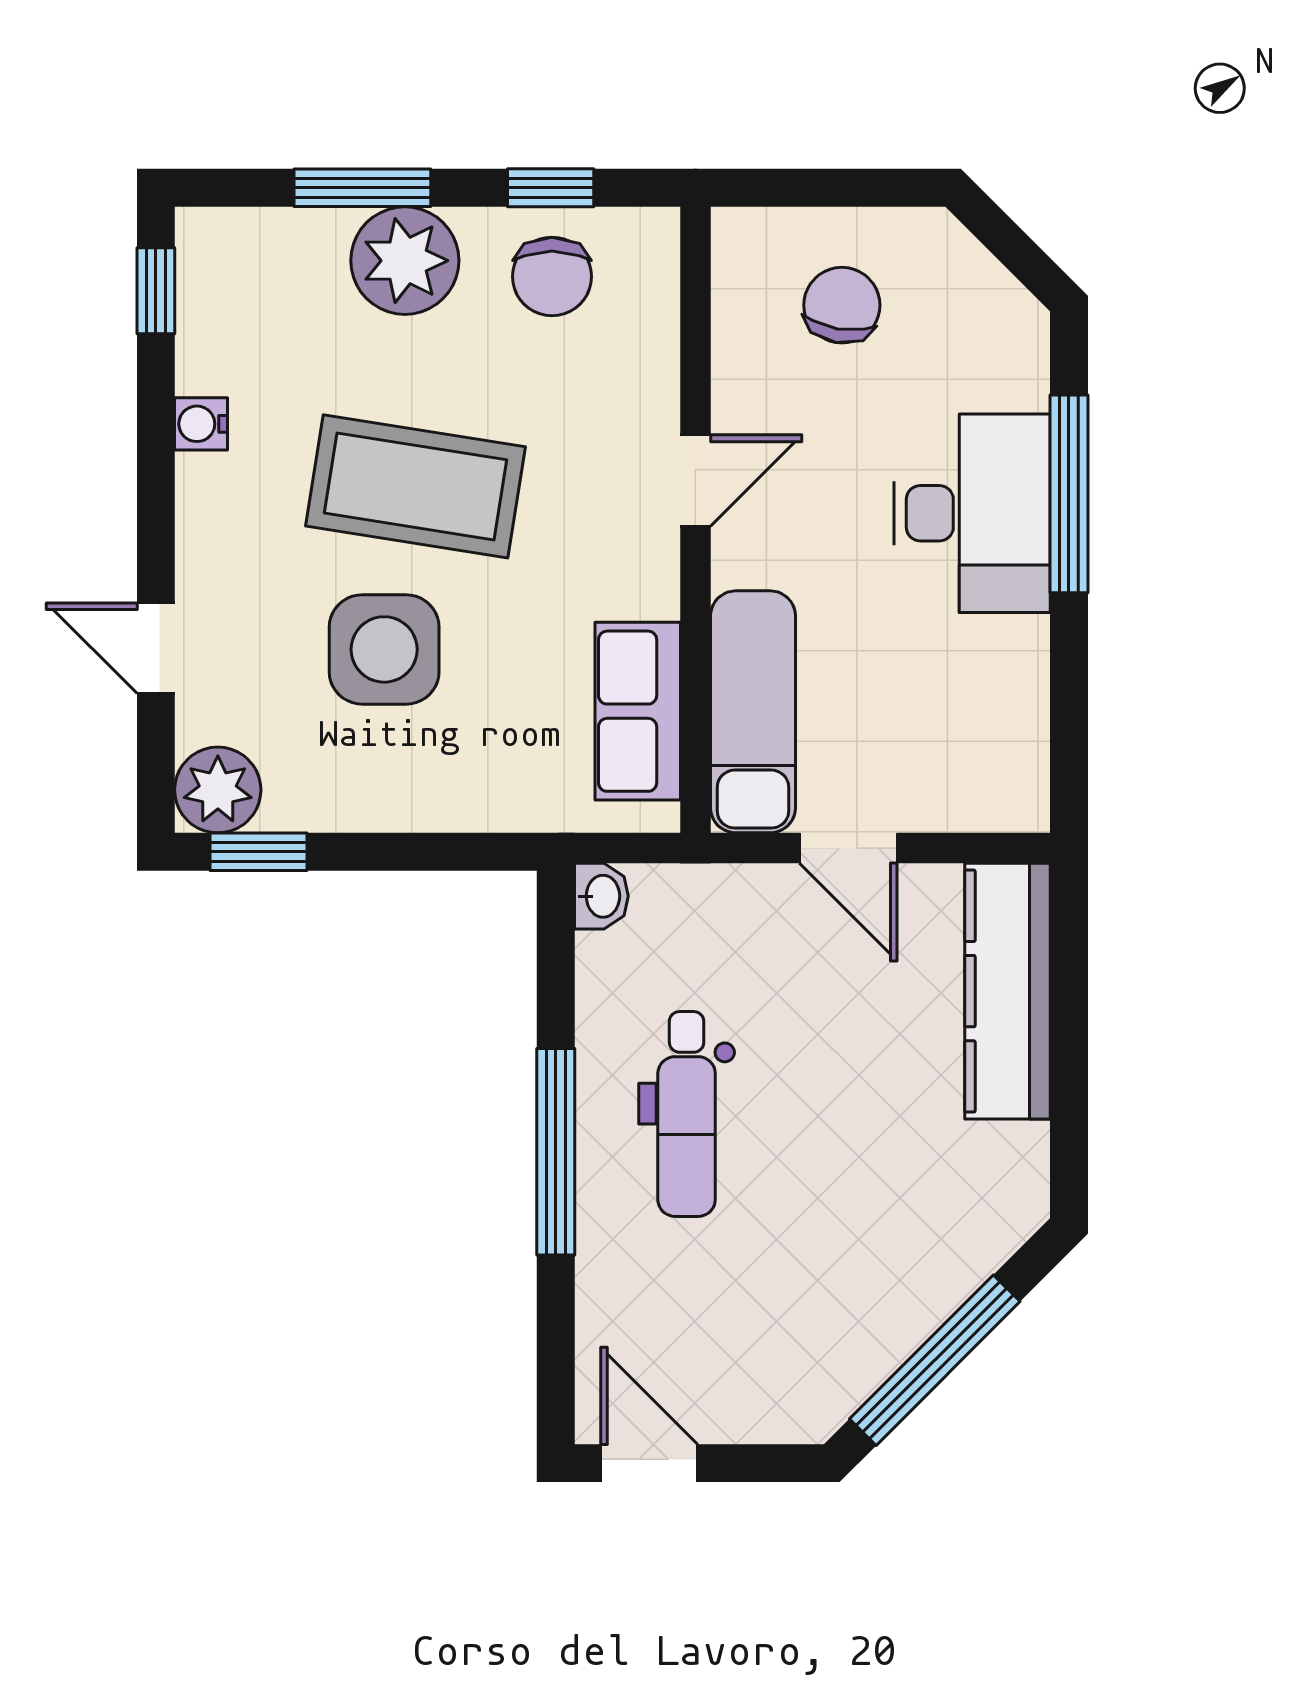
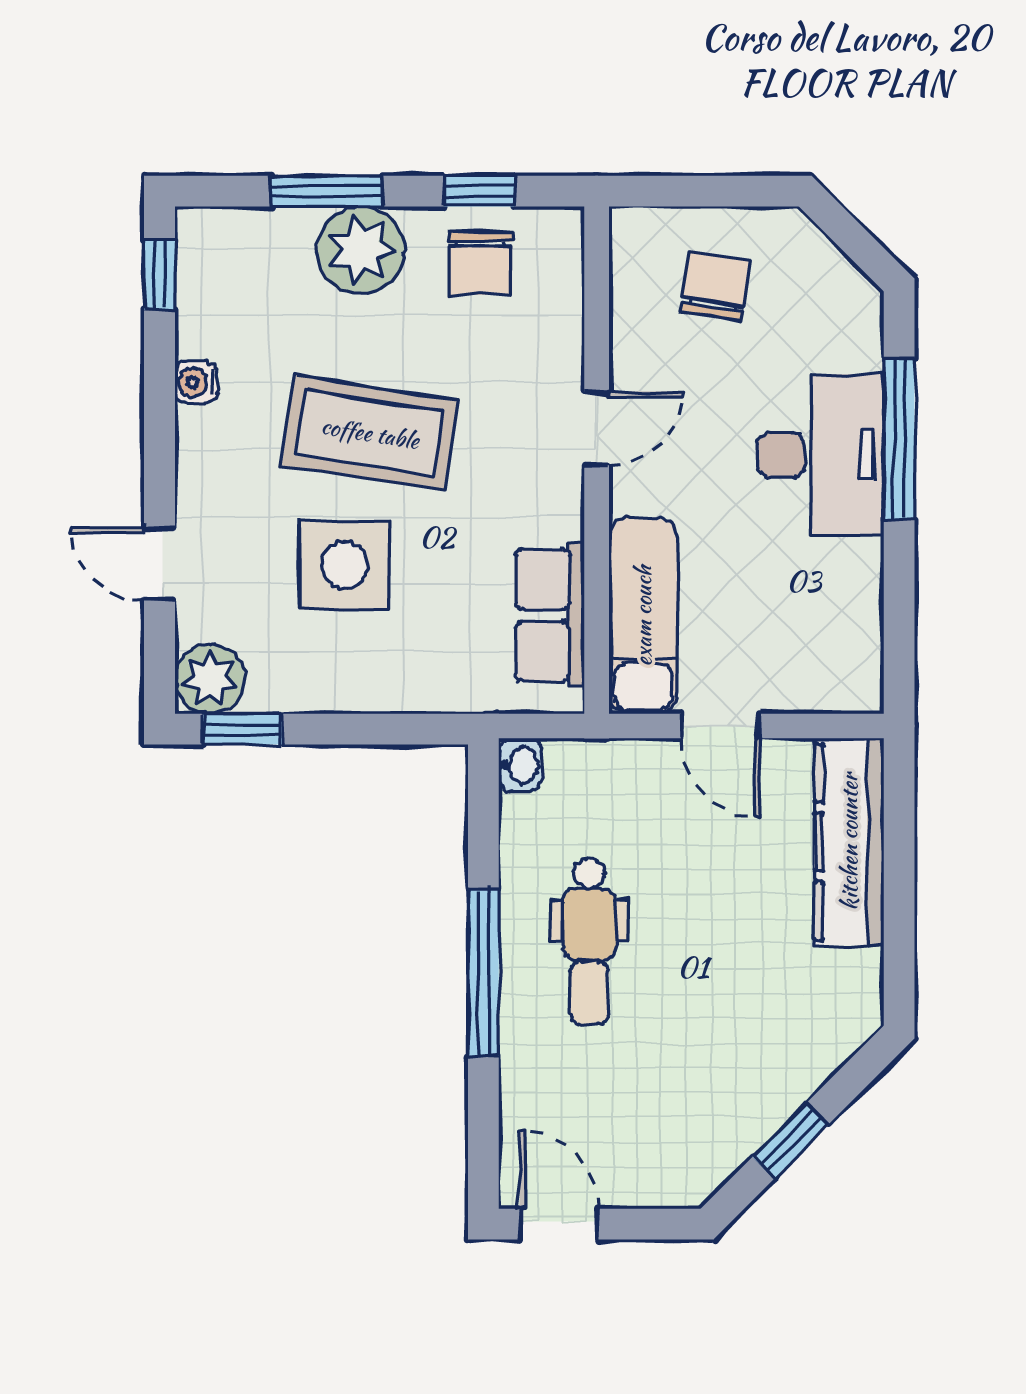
window: (935, 1360) -> (790, 1141), width x0.46

